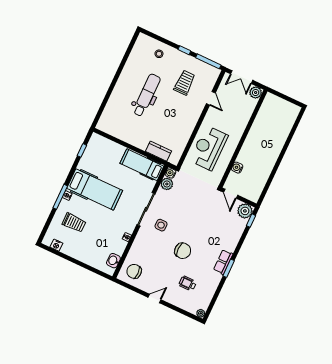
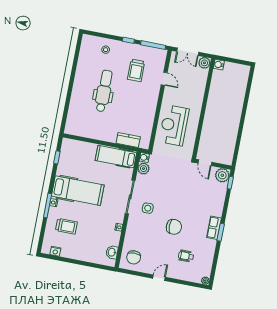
trolley: (185, 83) -> (136, 70), turned 180
water cooler: (237, 168) -> (219, 65), moved
chair: (134, 271) -> (134, 257), turned -90

